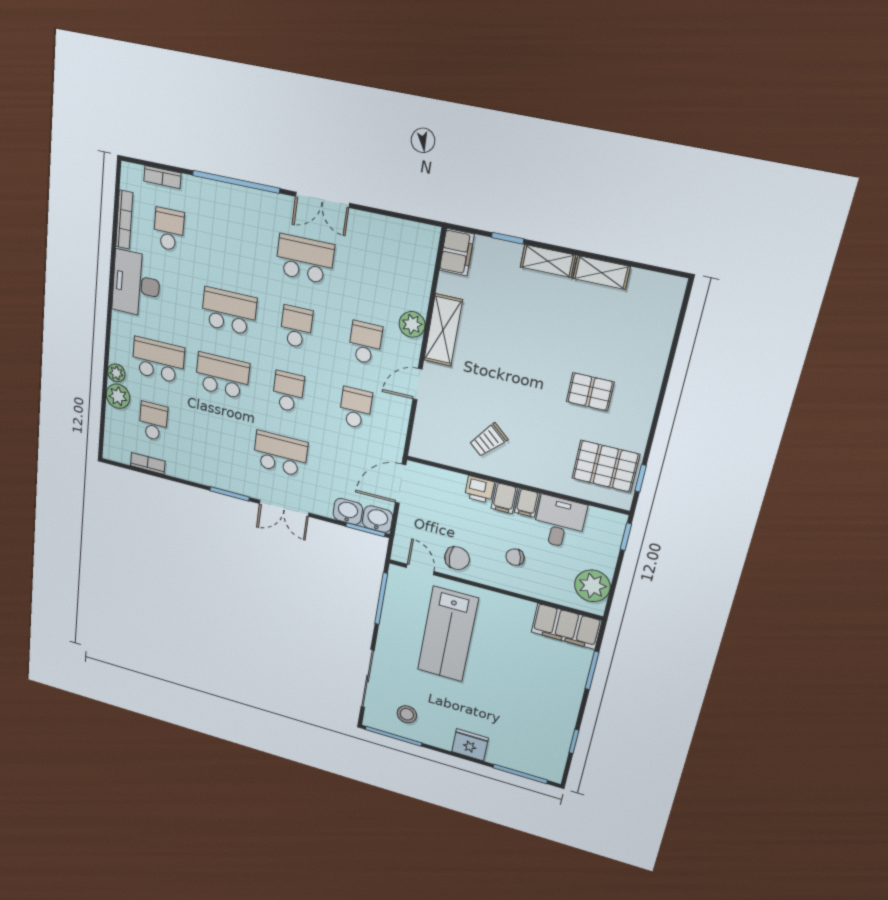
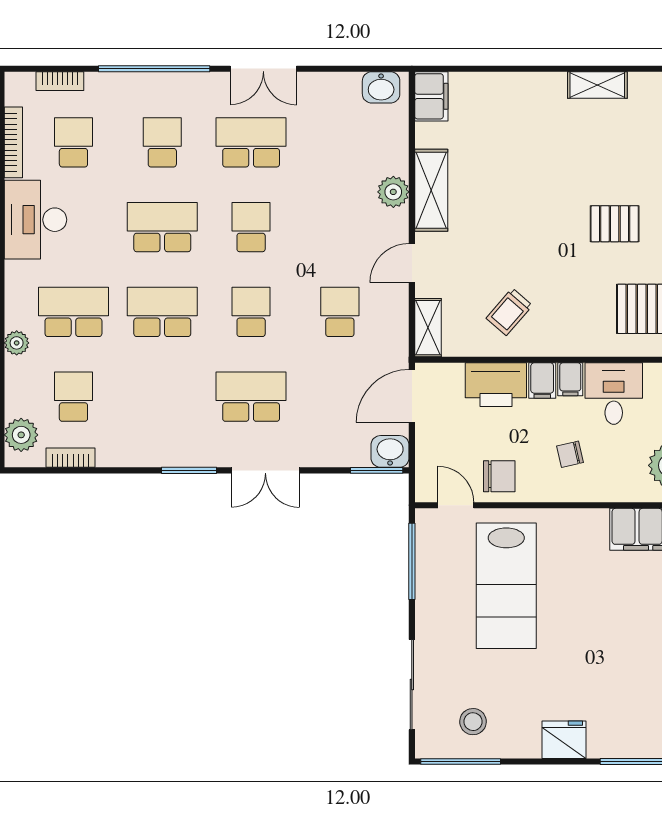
window: (508, 238) -> (486, 69), removed
shelving: (548, 261) -> (428, 328), moved, turned 90
school desk: (365, 343) -> (162, 142), moved
plant: (118, 396) -> (21, 435), moved
printer: (479, 490) -> (496, 385), width x1.87, depth x1.48
washbasin: (348, 511) -> (381, 87), moved, turned 180

